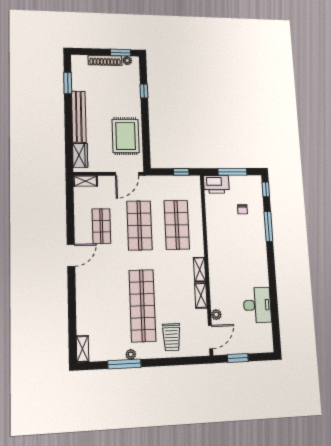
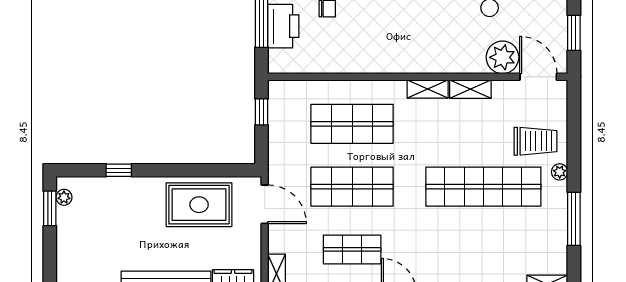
shoe rack: (105, 60) -> (65, 236), removed
printer: (216, 184) -> (283, 26), moved
plant: (216, 315) -> (502, 57), width x1.88, depth x1.88
plant: (131, 354) -> (560, 172), moved

